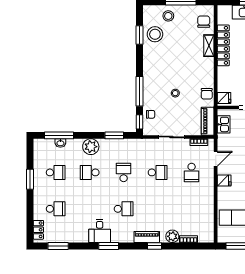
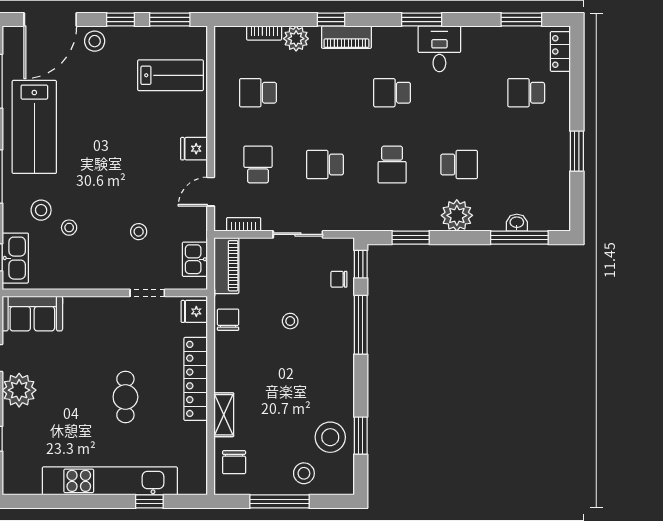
locker: (223, 45) -> (196, 379), moved
school desk: (56, 172) -> (258, 93), moved

